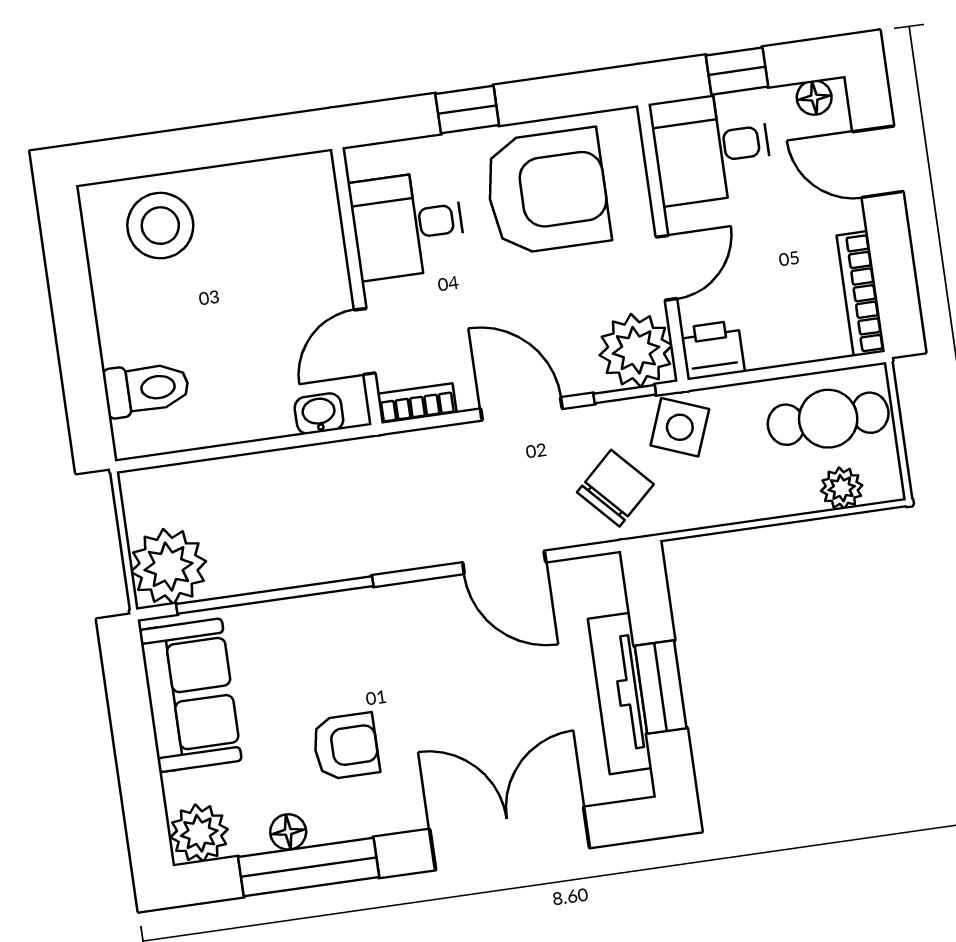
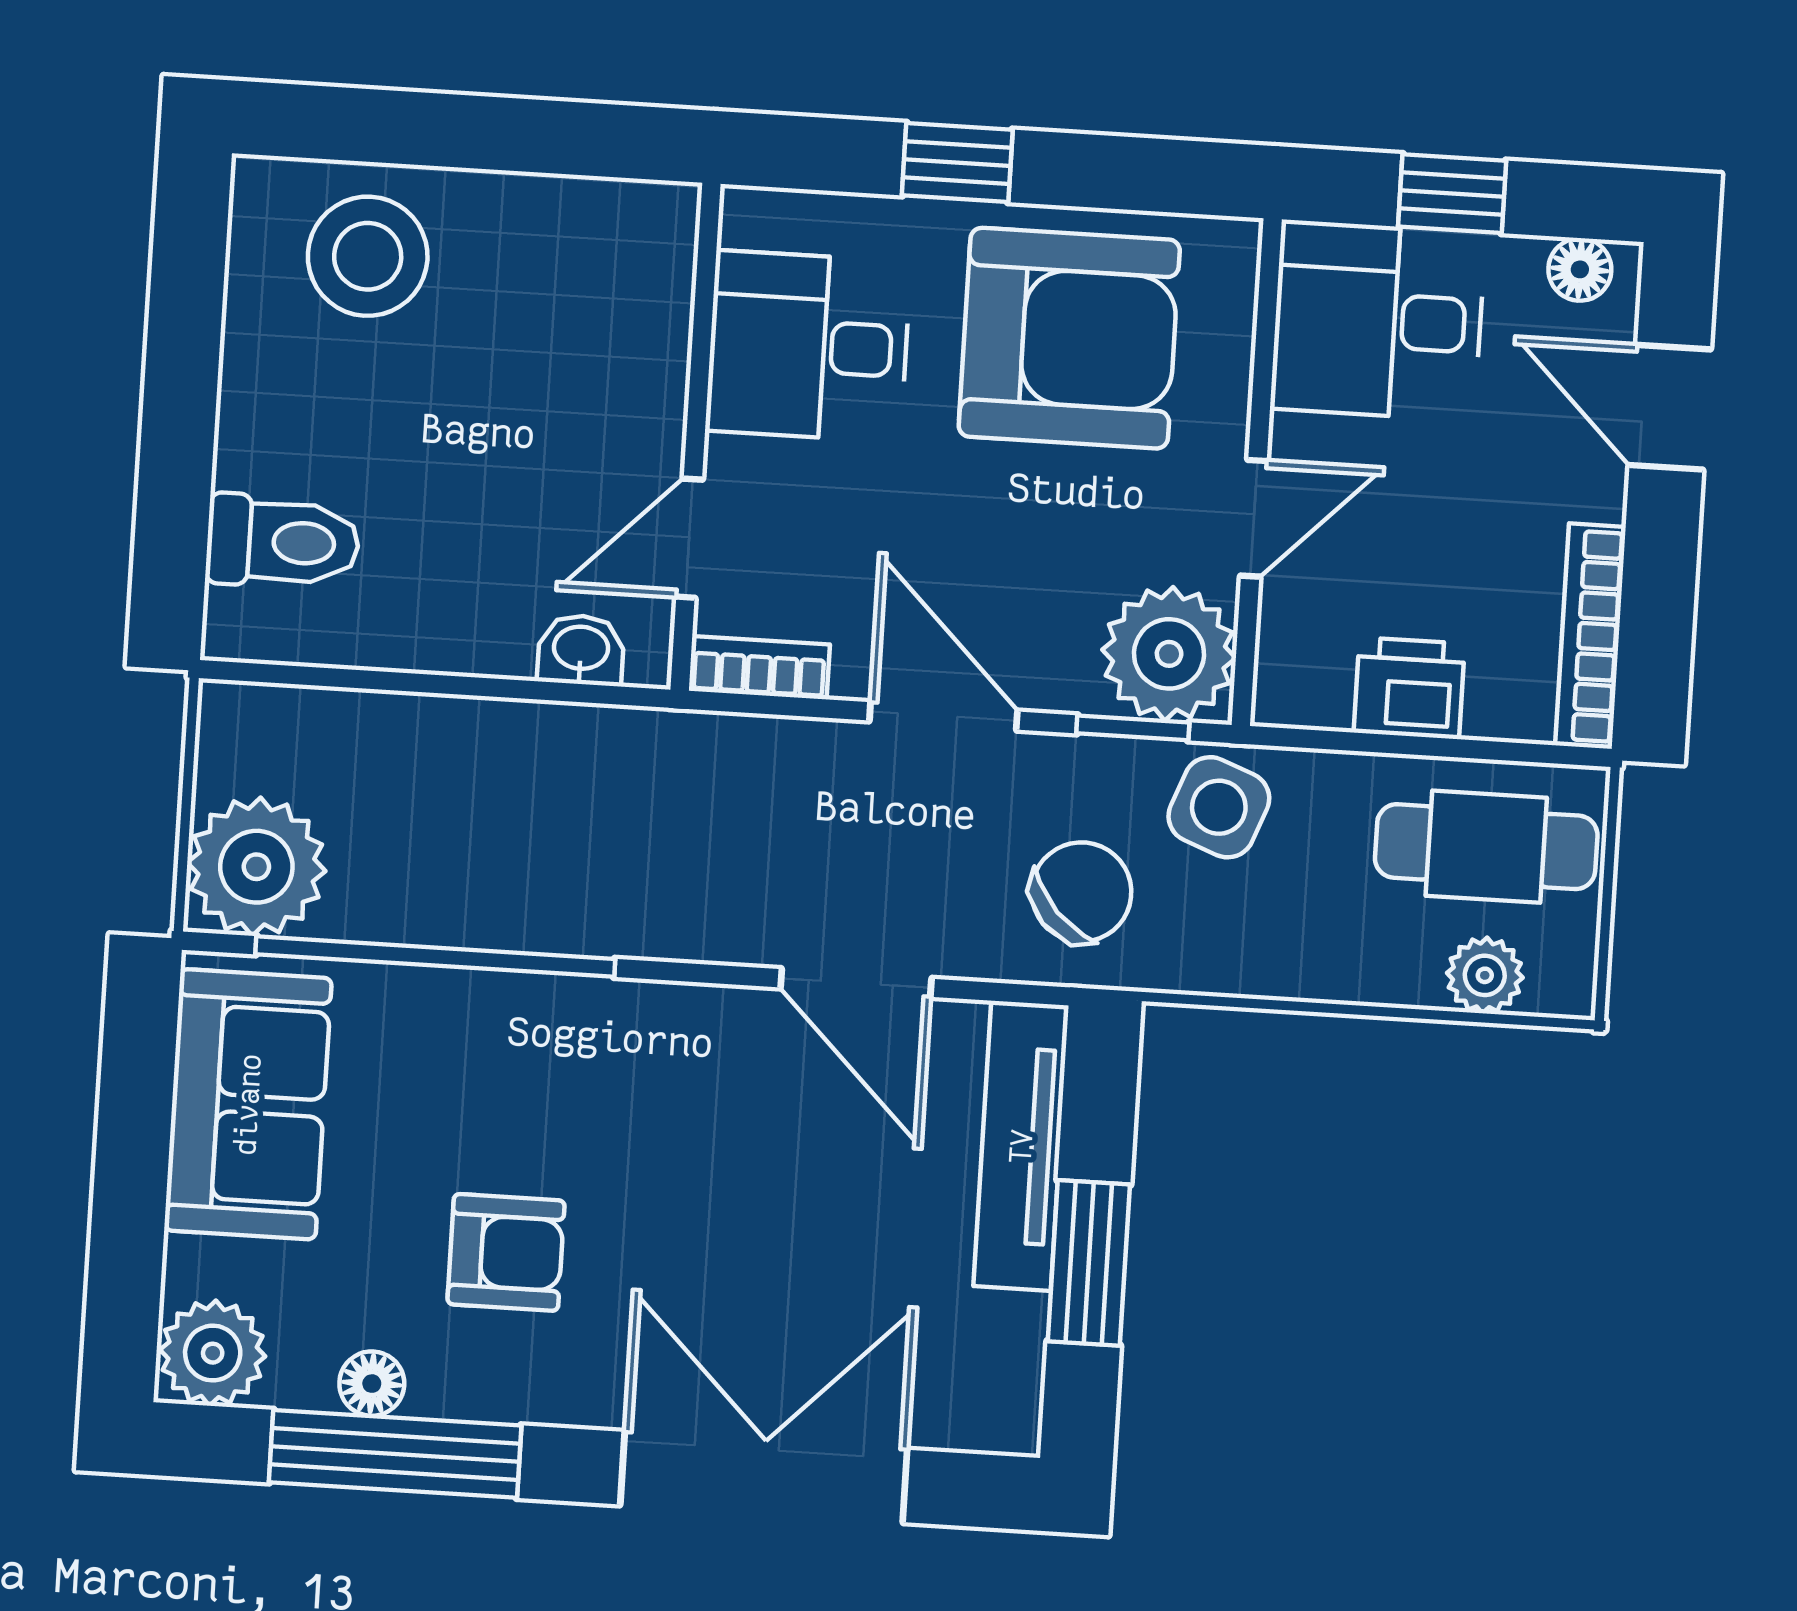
printer: (712, 350) -> (1409, 688), moved
tv unit: (620, 693) -> (1021, 1146), moved

